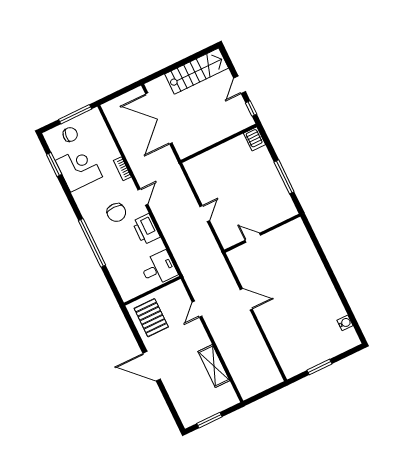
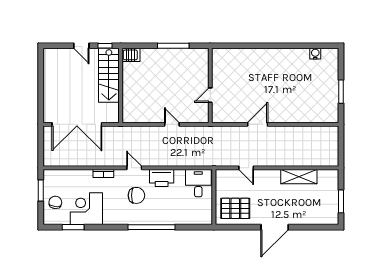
stairs: (197, 71) -> (109, 75), moved, turned 180
window: (75, 114) -> (41, 190), width x0.69

